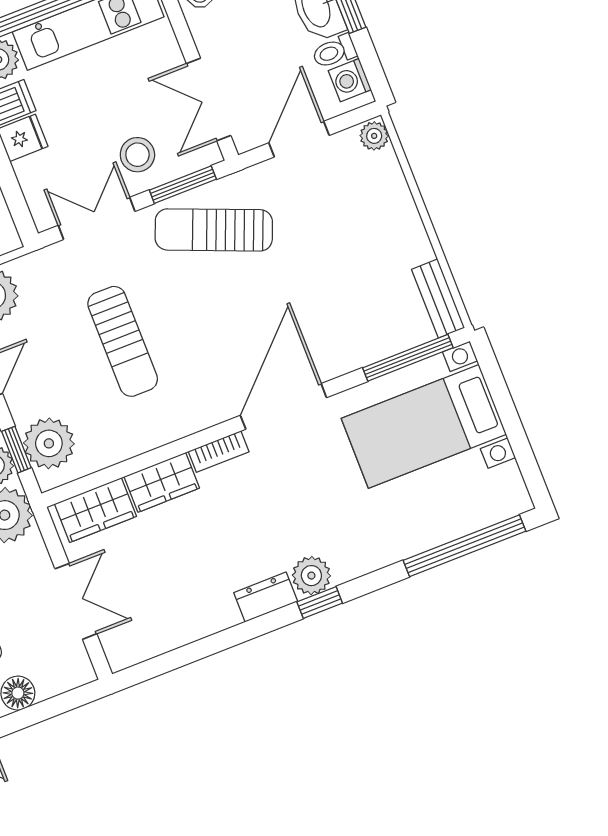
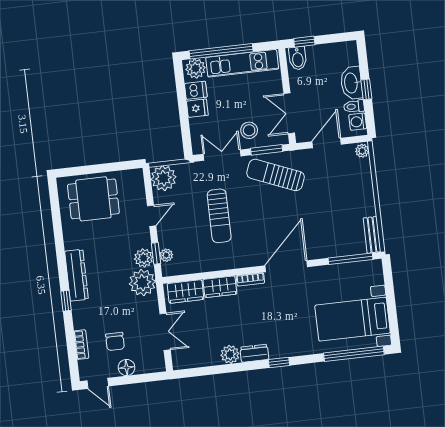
bed with nightstands: (424, 426) -> (353, 319), moved
plant: (49, 443) -> (166, 255), width x0.53, depth x0.53
plant: (311, 576) -> (230, 354), moved

